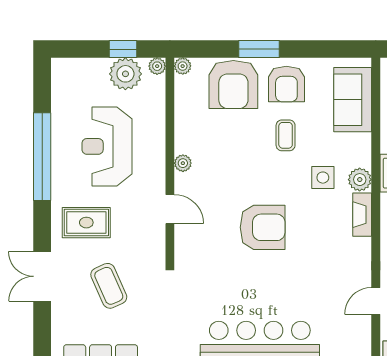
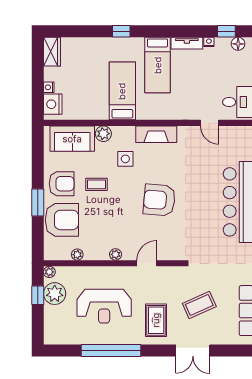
plant: (183, 66) -> (77, 255), moved
plant: (360, 180) -> (103, 134), moved
fireplace: (362, 215) -> (156, 134), width x1.37, depth x1.32
armchair: (263, 227) -> (159, 200), turned -85

